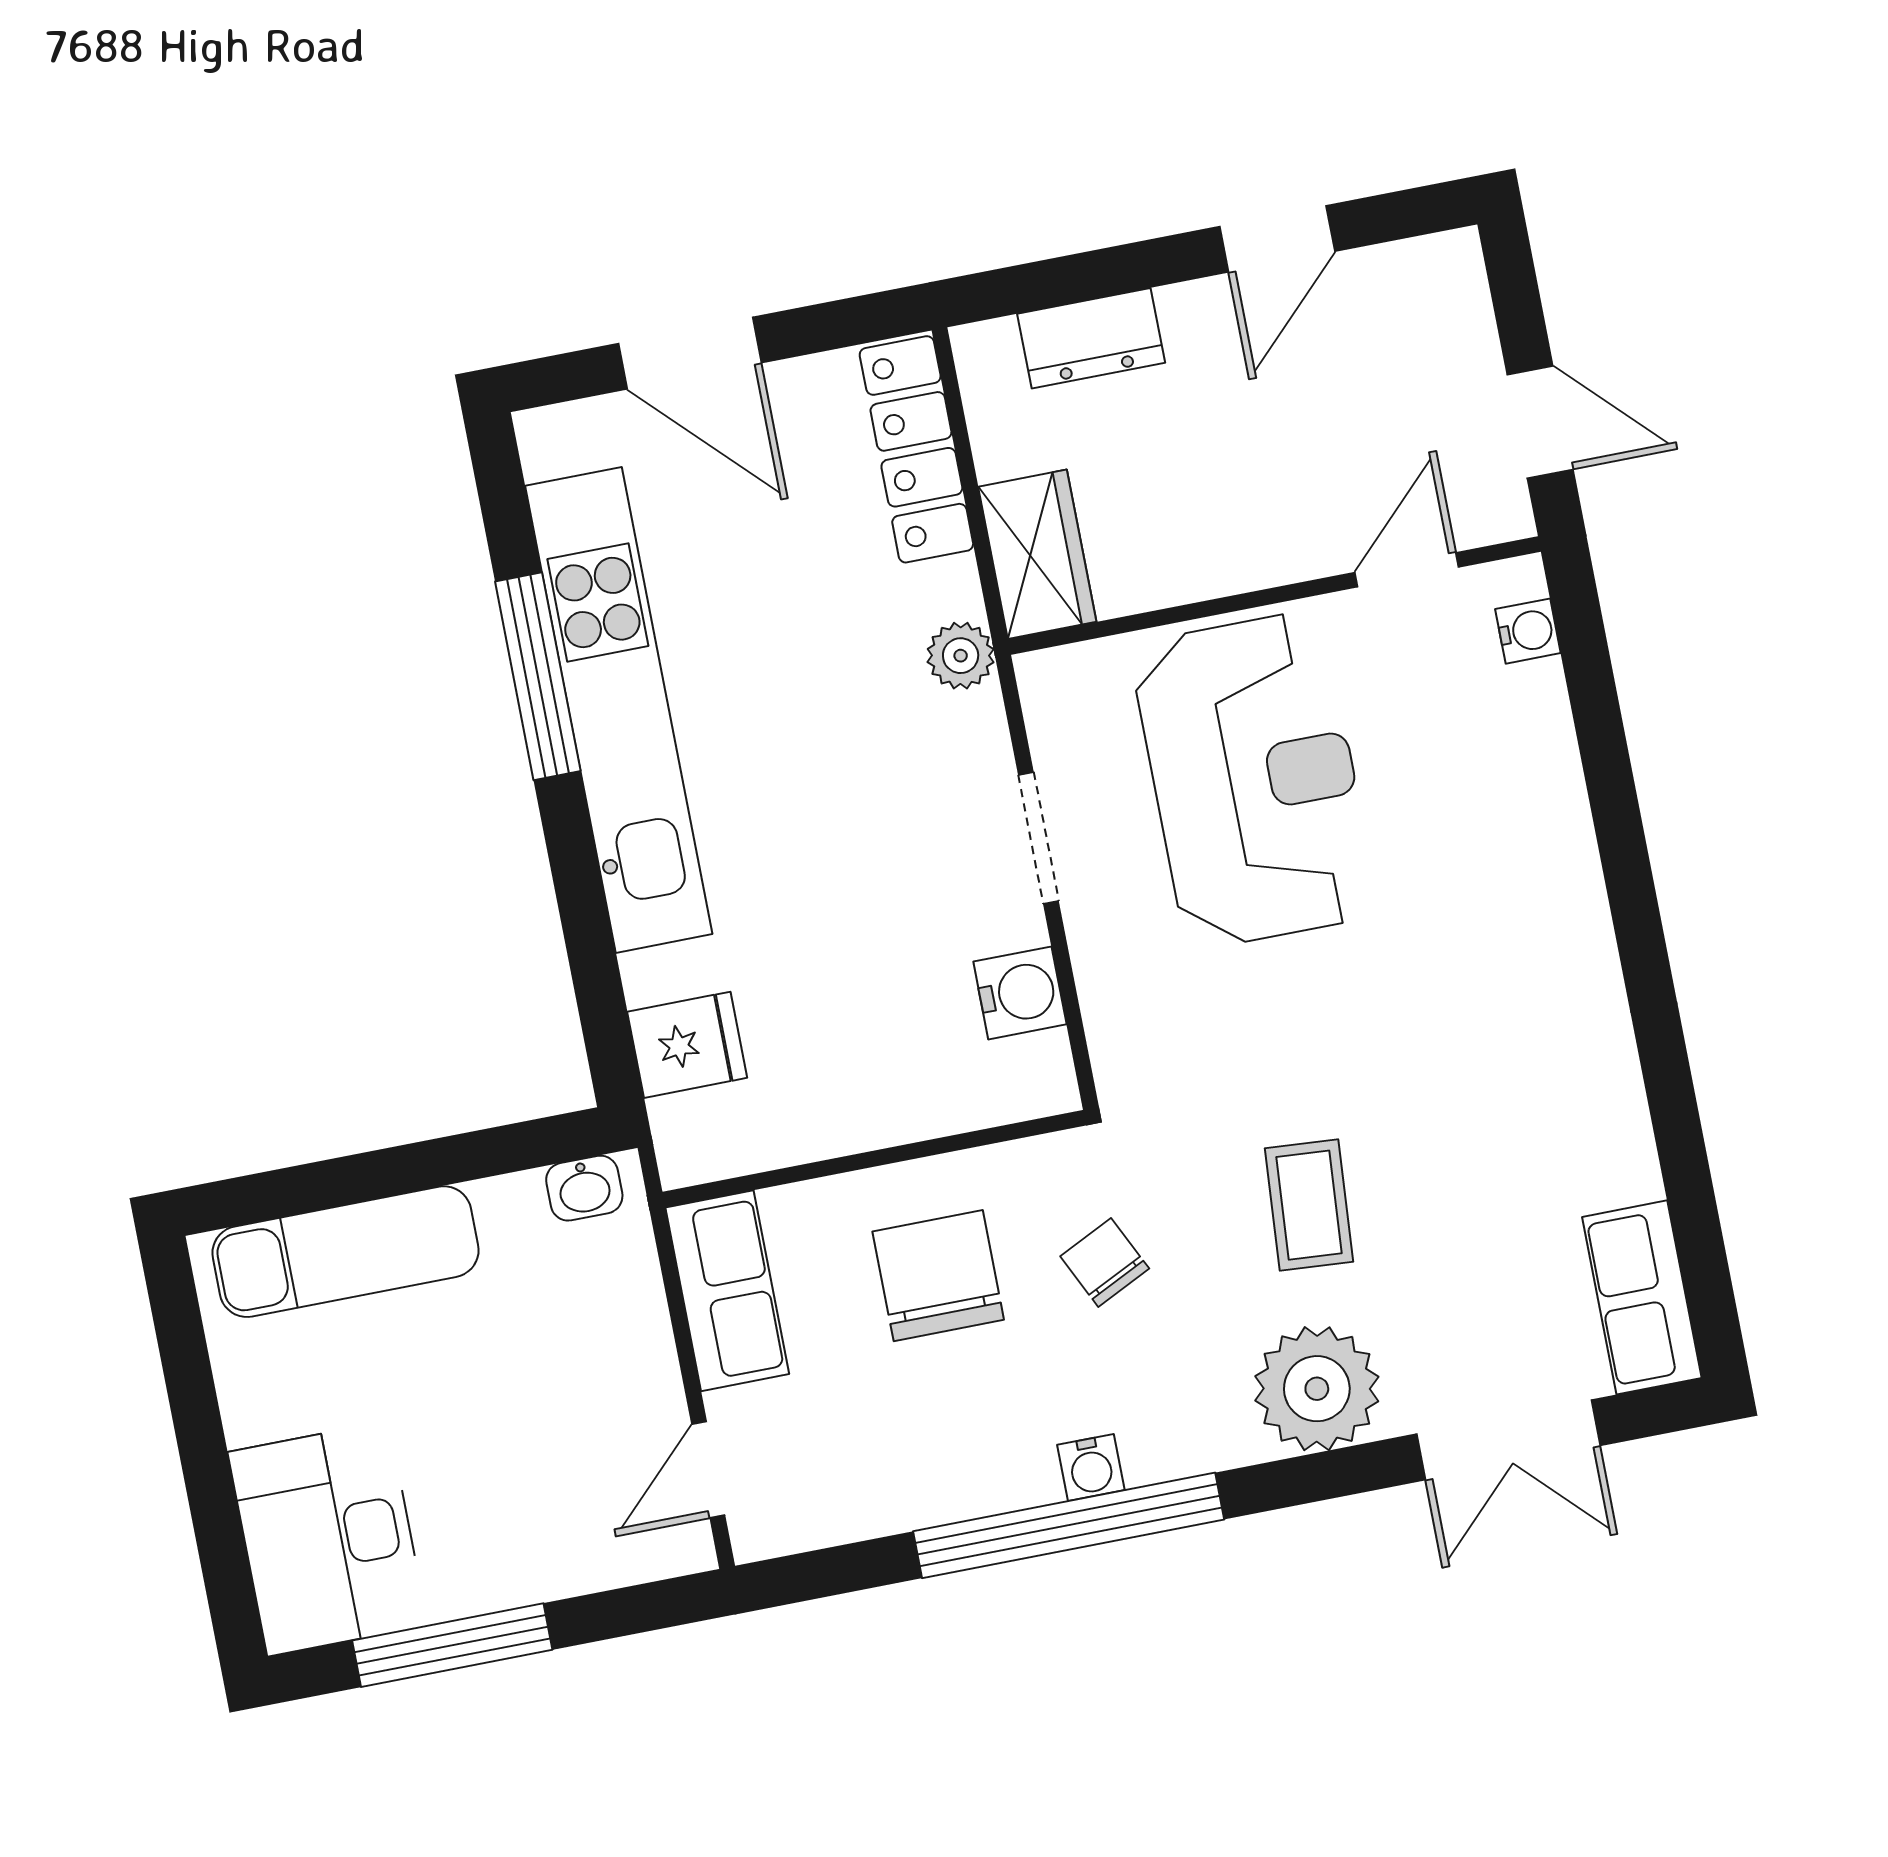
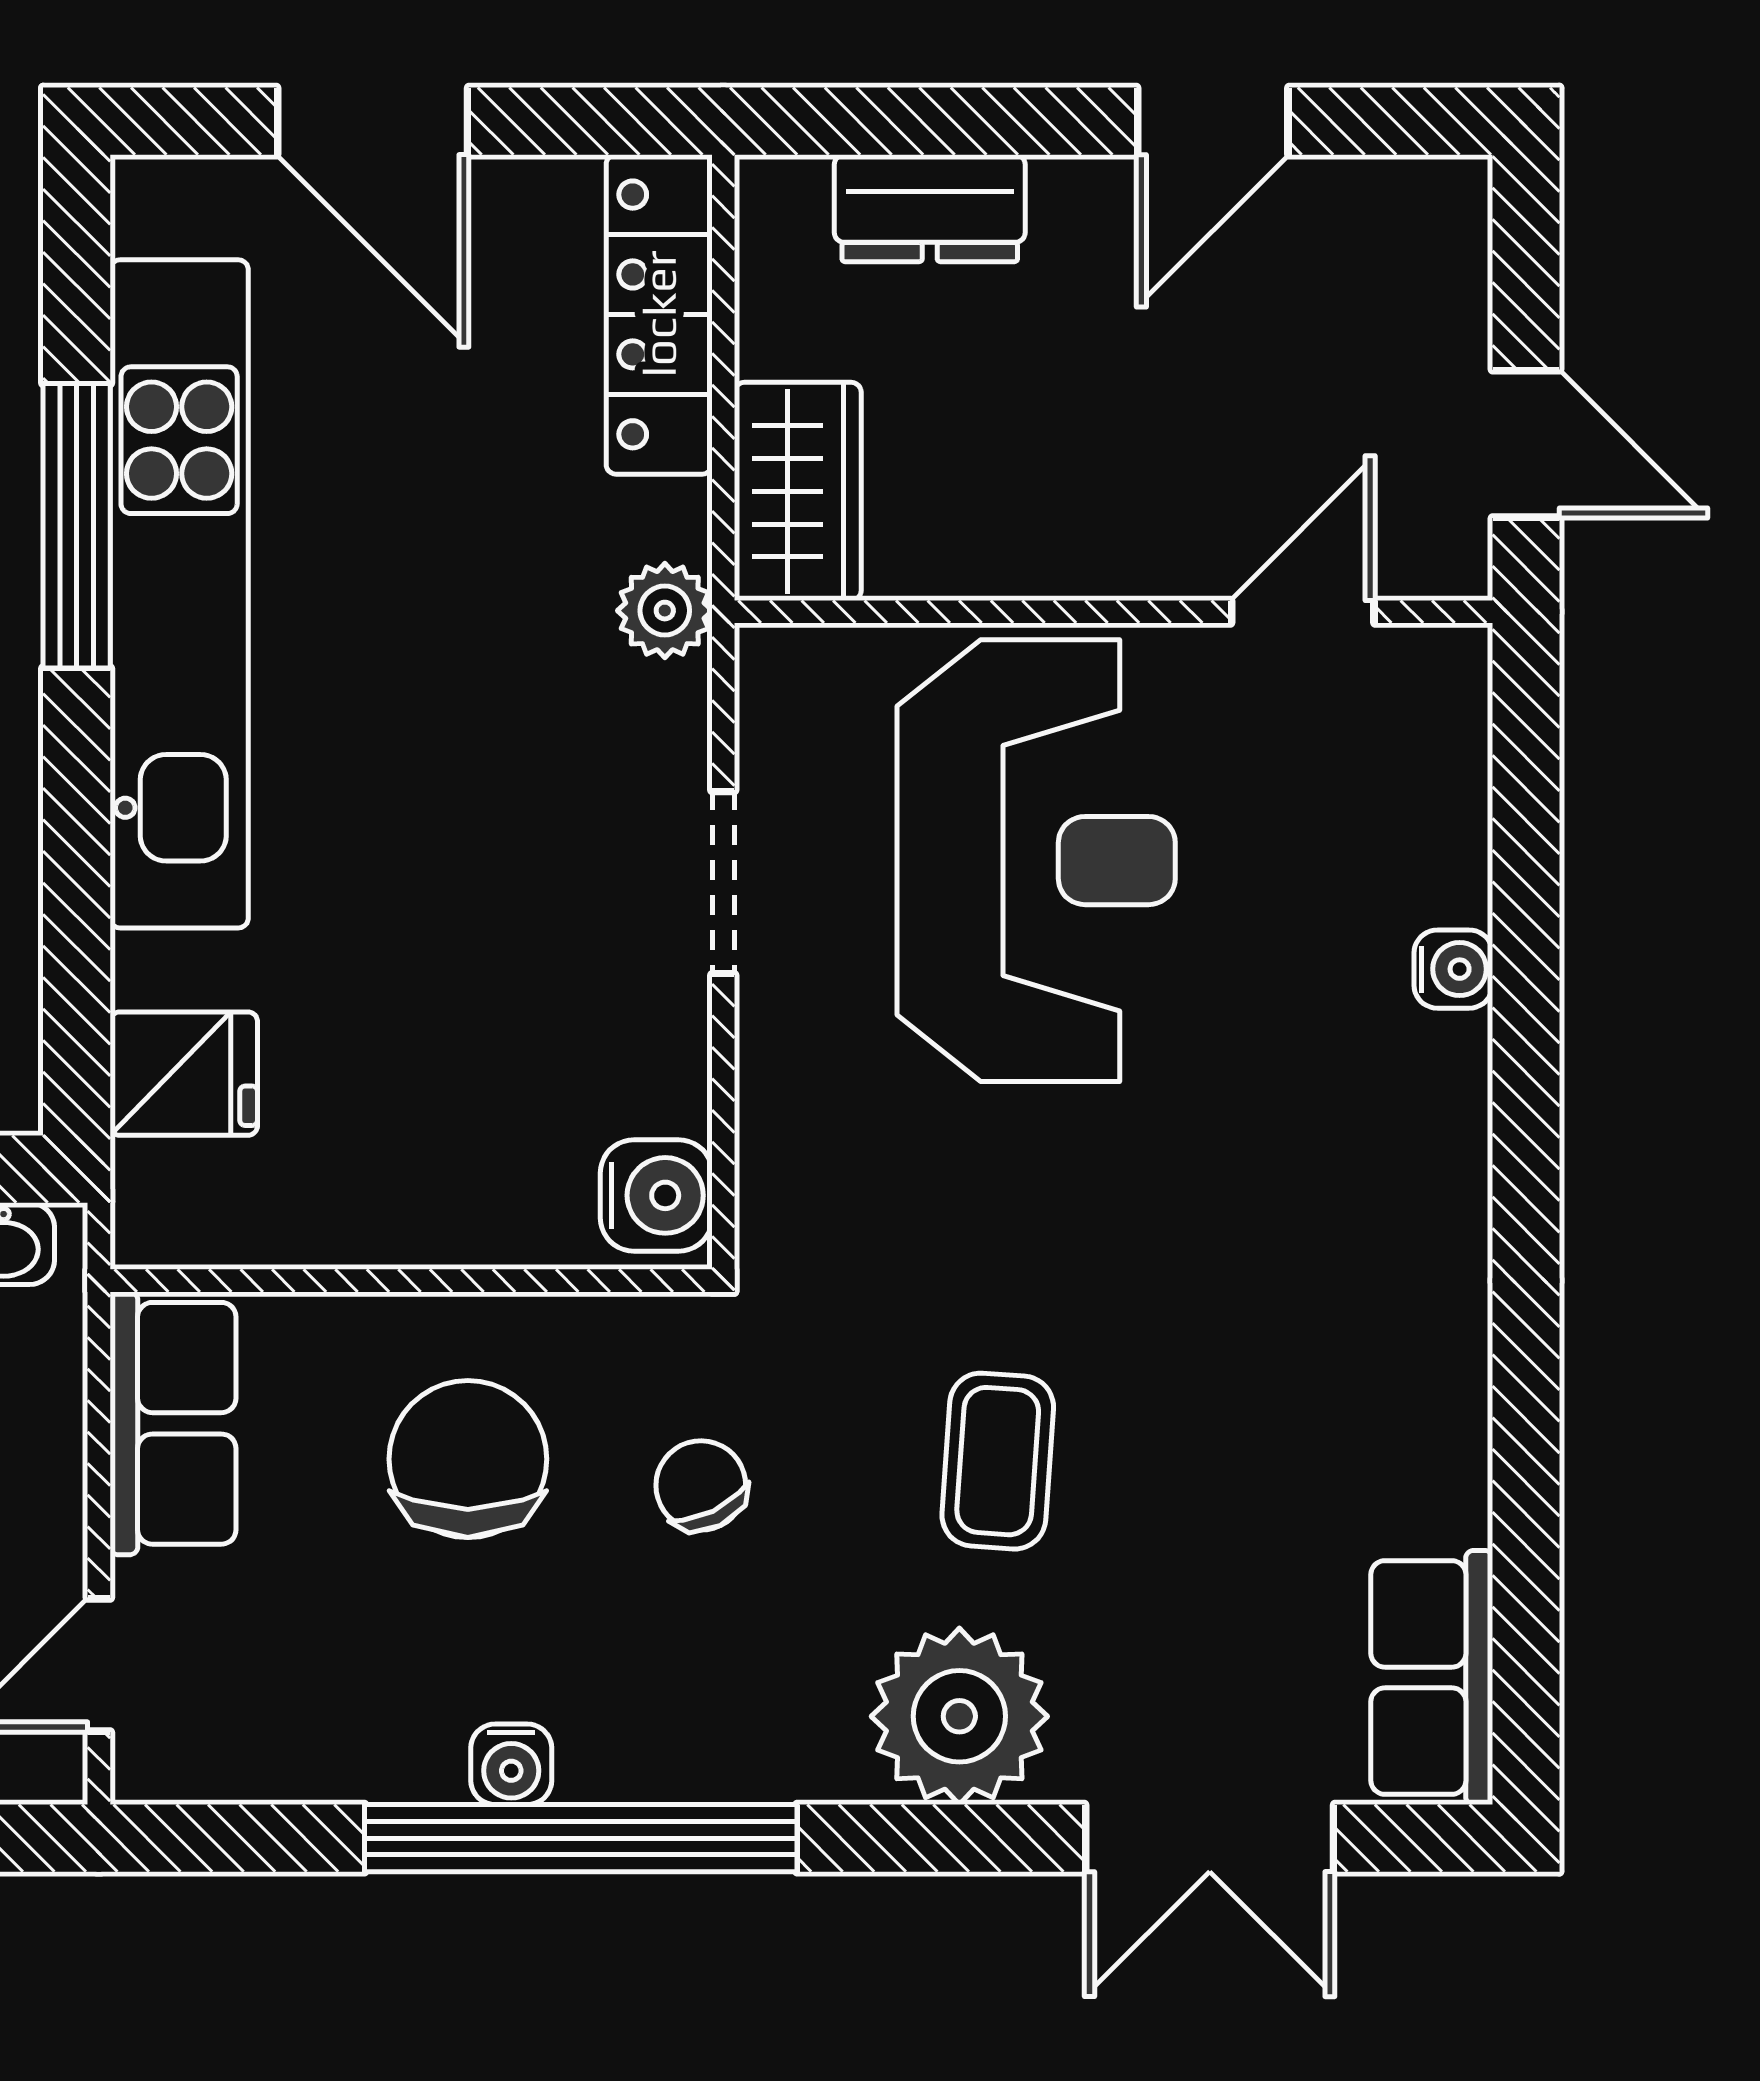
water cooler: (1528, 631) -> (1453, 969), moved
water cooler: (1020, 993) -> (656, 1195), moved
water cooler: (1091, 1467) -> (511, 1764), moved

